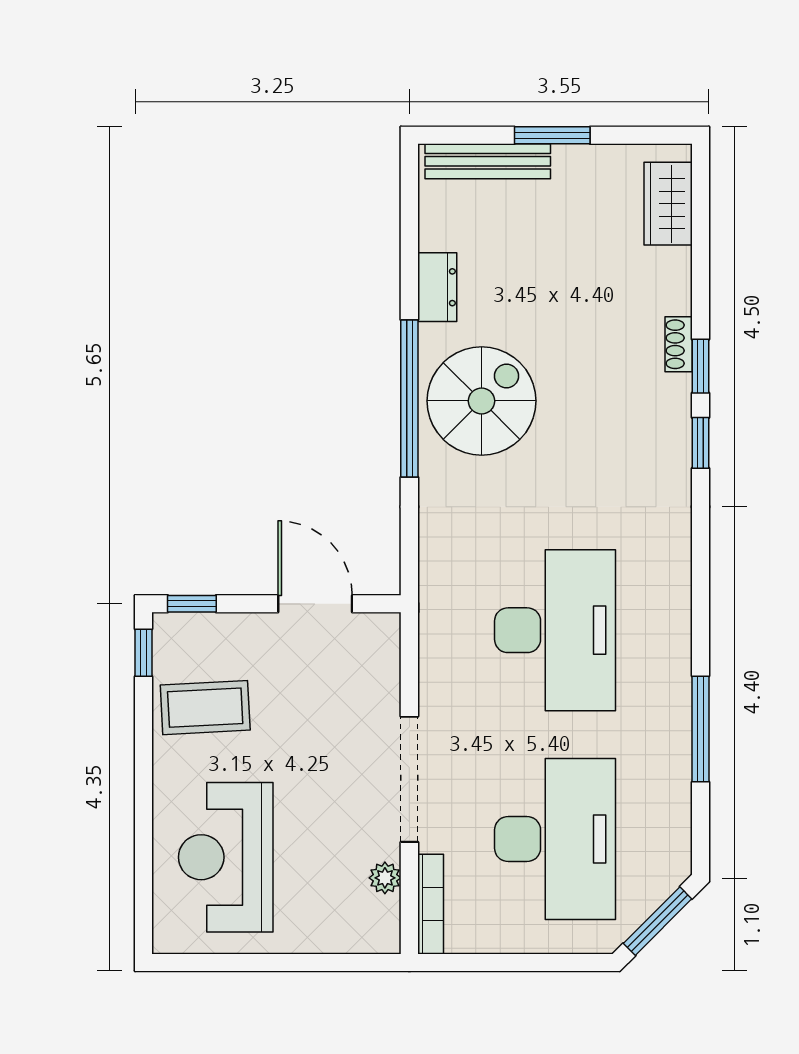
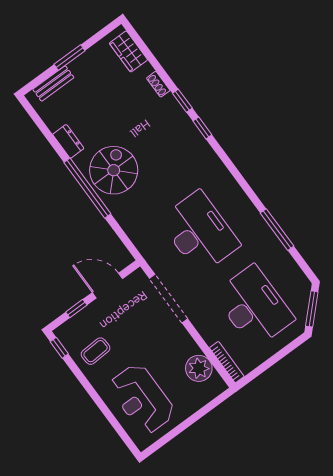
bench: (488, 161) -> (53, 83), width x0.73
shoe rack: (679, 344) -> (158, 84), moved
window: (192, 604) -> (76, 308), moved
coffee table: (205, 708) -> (96, 351), width x0.73, depth x0.77
doorway: (409, 779) -> (168, 299), moved
plant: (385, 878) -> (199, 368), width x1.87, depth x1.87

